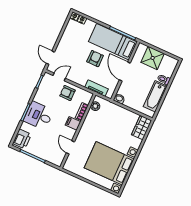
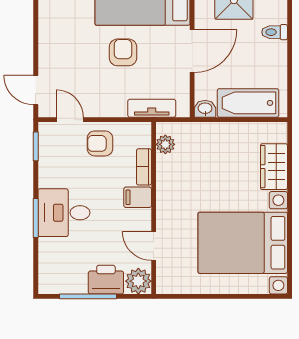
door: (125, 72) -> (192, 51), swing flipped
door: (59, 77) -> (70, 120), hinge flipped
bathtub: (155, 96) -> (248, 103), moved, turned 90
wardrobe: (142, 128) -> (274, 167), moved
printer: (22, 139) -> (106, 280), moved, turned -90
plant: (57, 159) -> (138, 281), added

